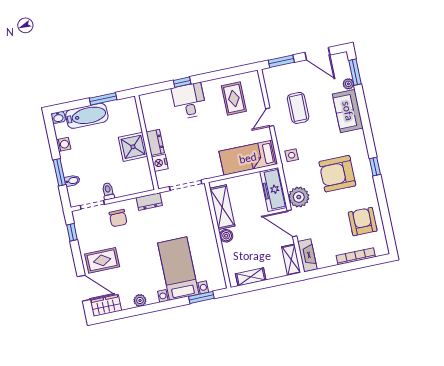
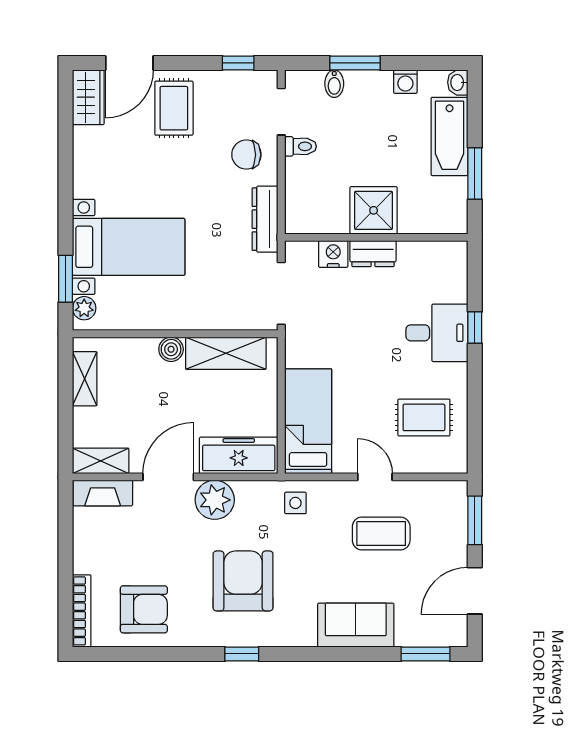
plant: (348, 84) -> (406, 637), removed
dresser: (149, 202) -> (265, 219), width x1.44
bookcase: (356, 256) -> (82, 611), moved
plant: (140, 300) -> (84, 308), moved

